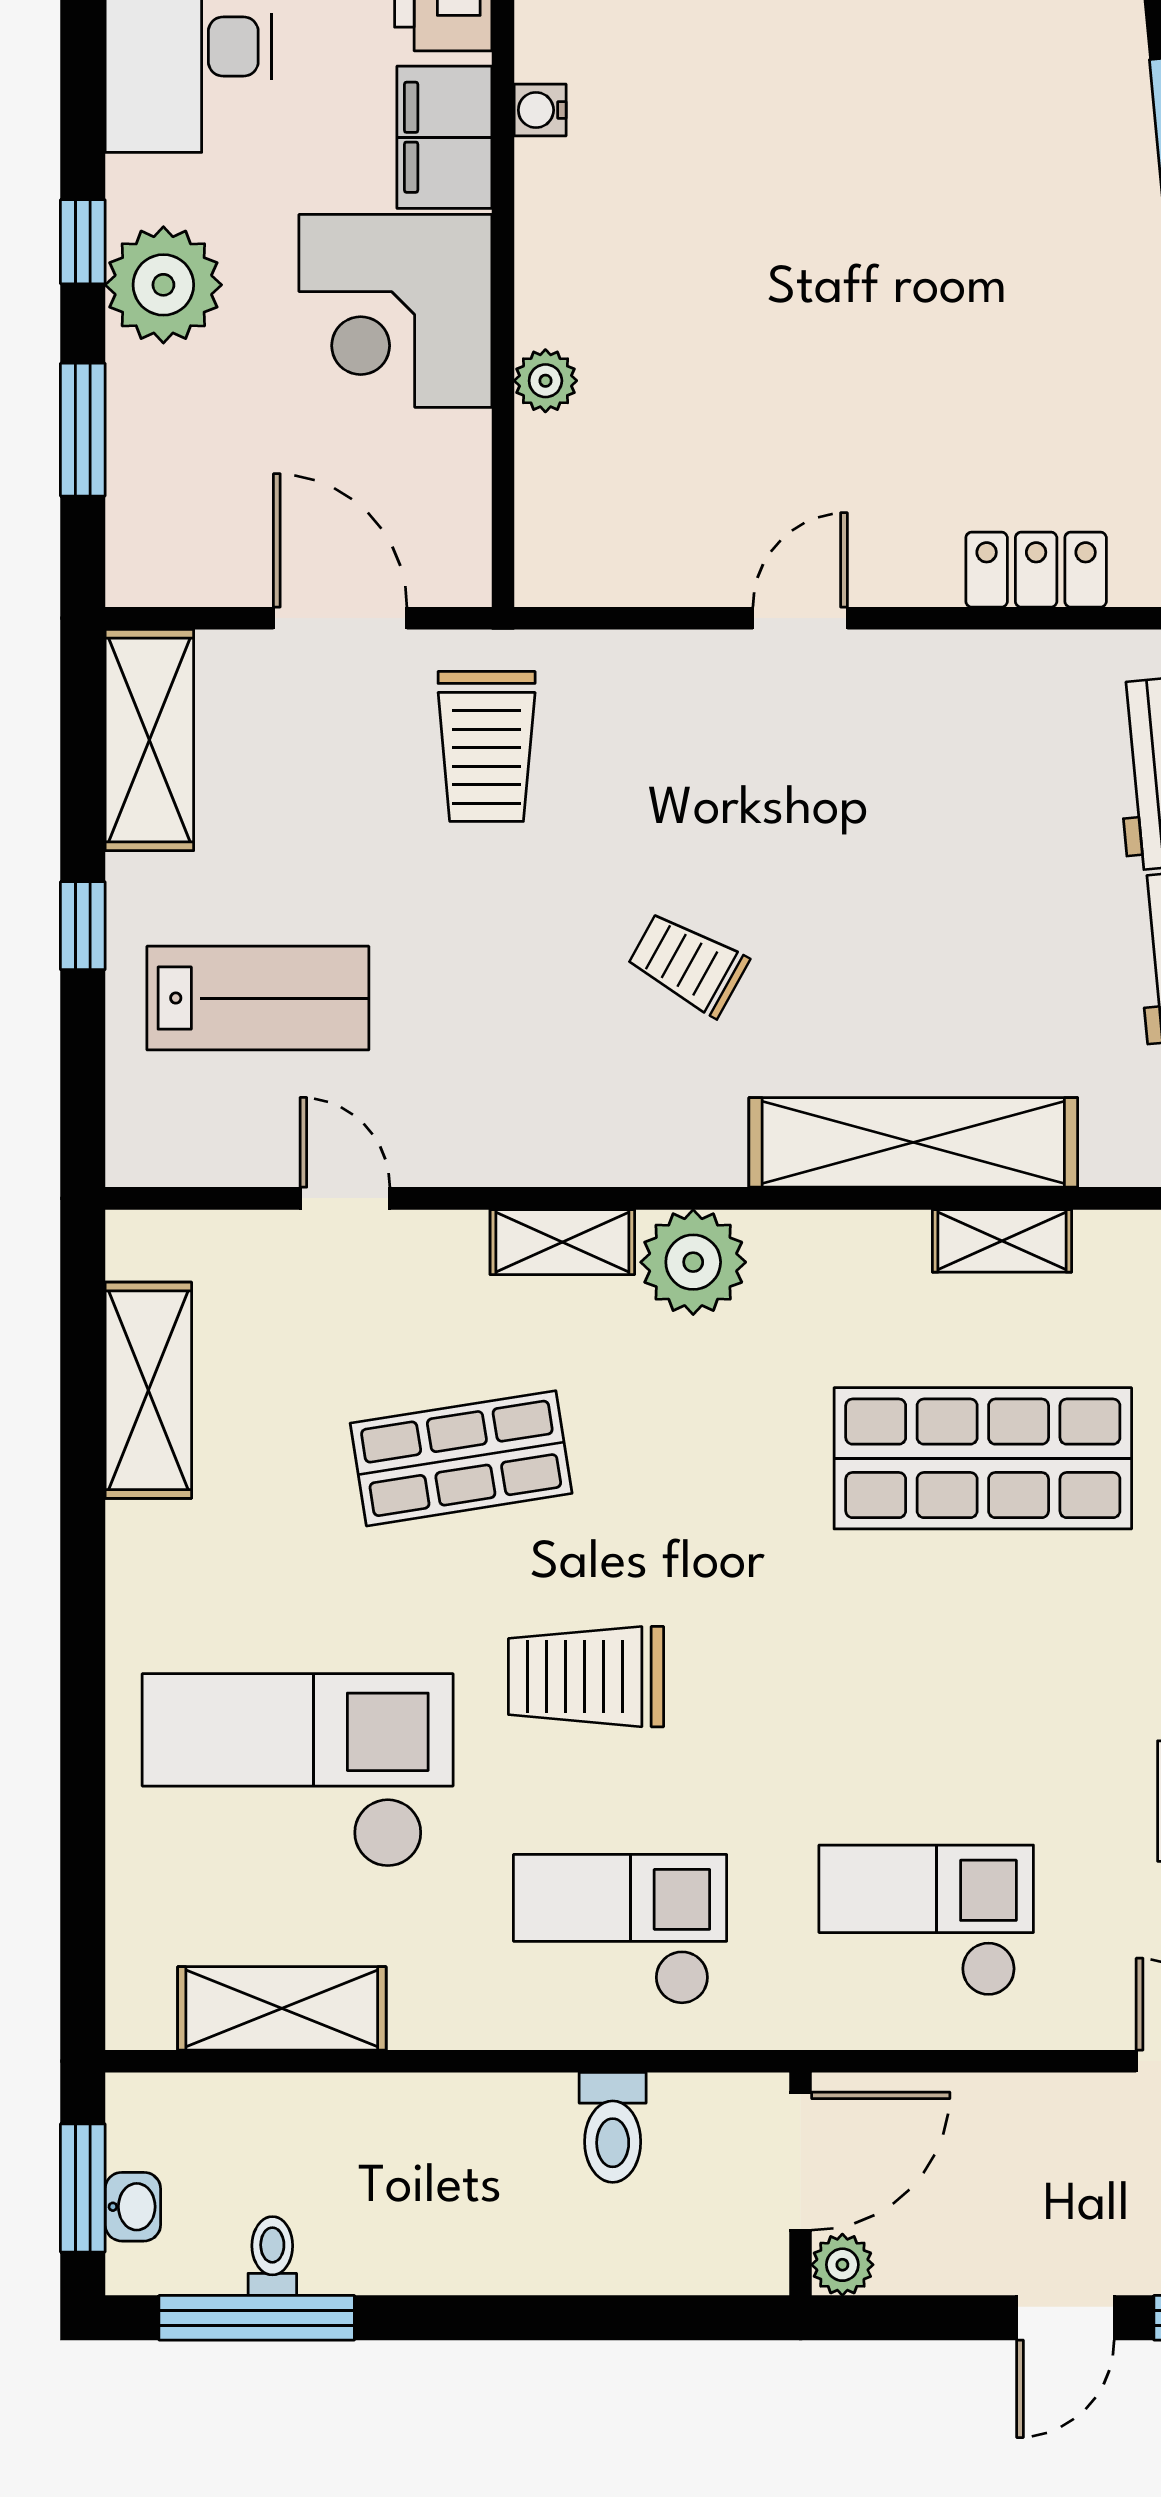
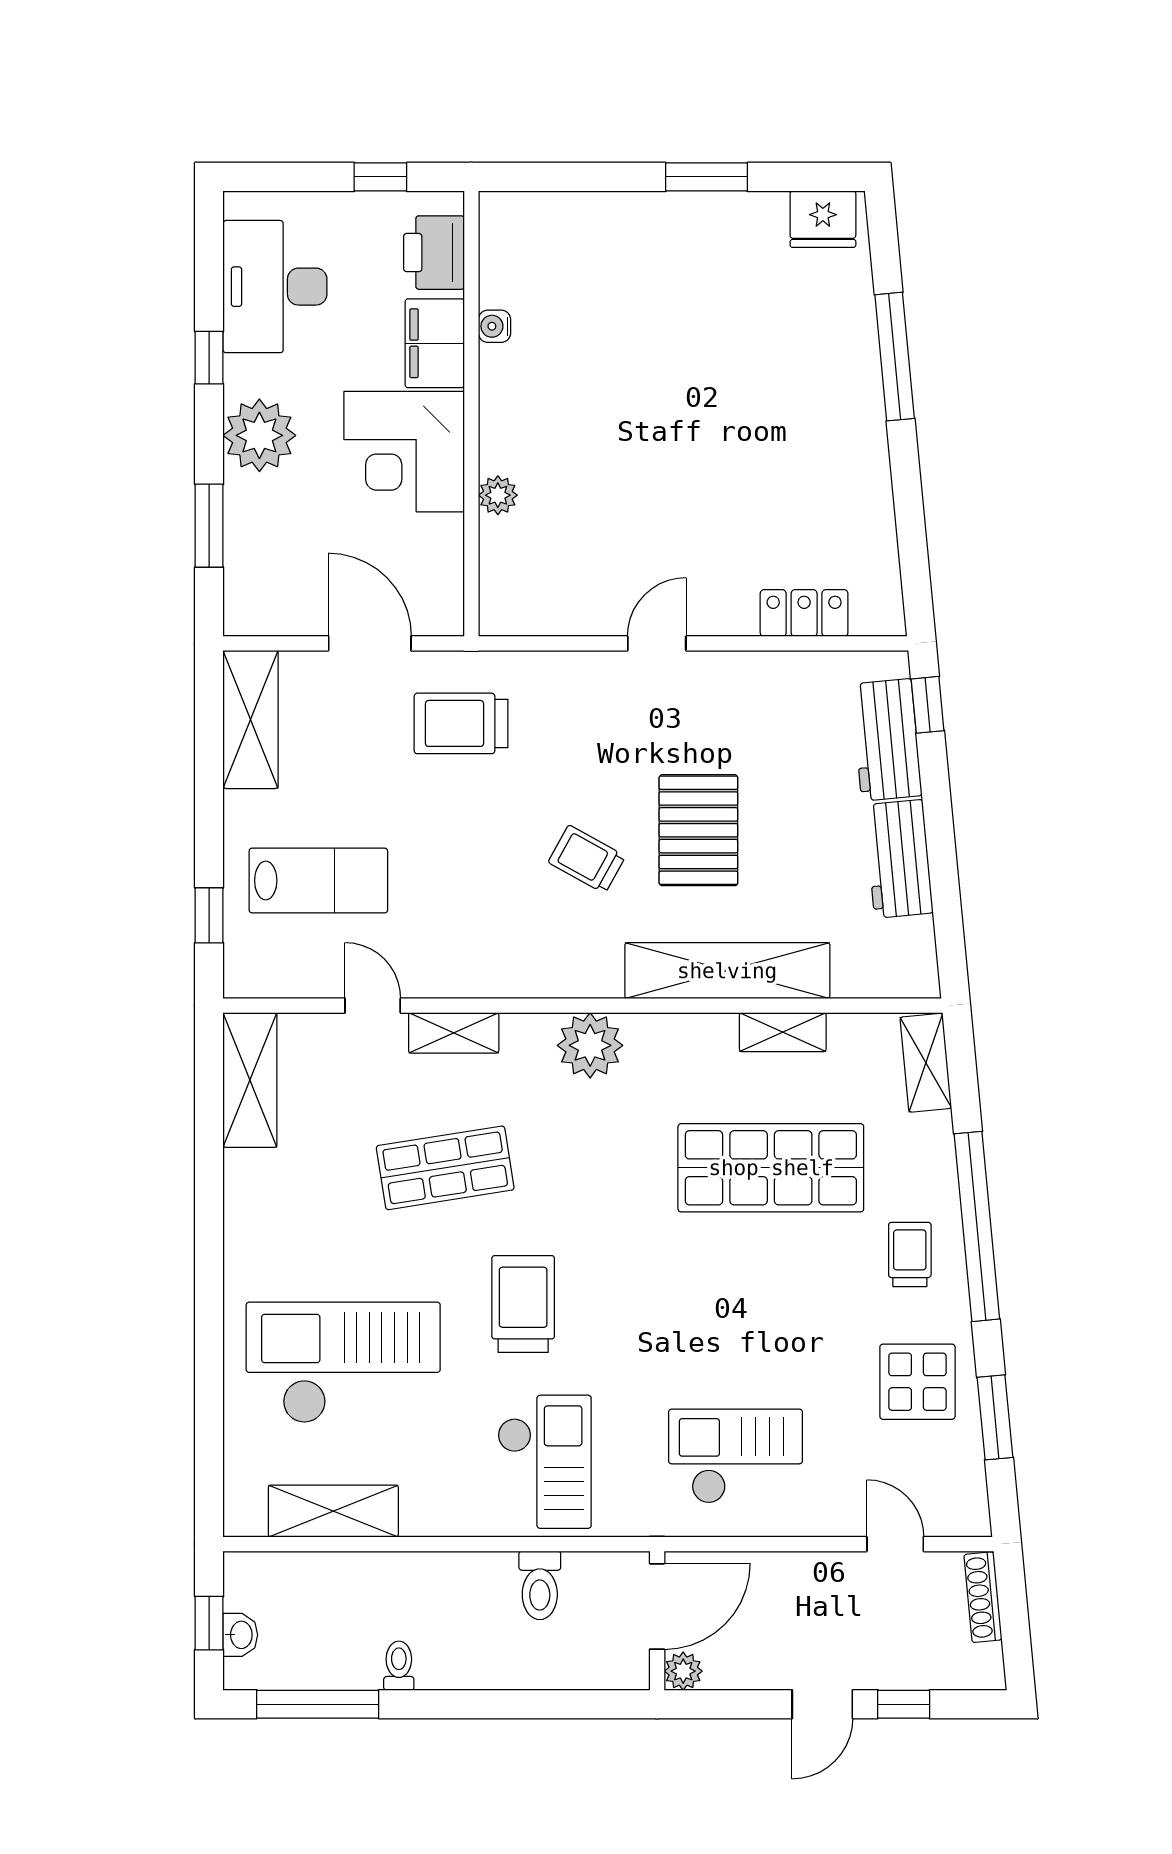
window: (83, 242) -> (209, 358), moved
trolley: (487, 746) -> (461, 723), turned 90
pallet: (867, 918) -> (698, 830), added
window: (83, 926) -> (209, 915), moved
shelving: (562, 1242) -> (454, 1033), moved
shelving: (148, 1390) -> (250, 1080), moved
trolley: (586, 1677) -> (523, 1304), turned 90
checkout: (620, 1929) -> (544, 1462), turned 90
window: (83, 2188) -> (209, 1623), width x0.67
toilet: (272, 2256) -> (399, 1666), moved

